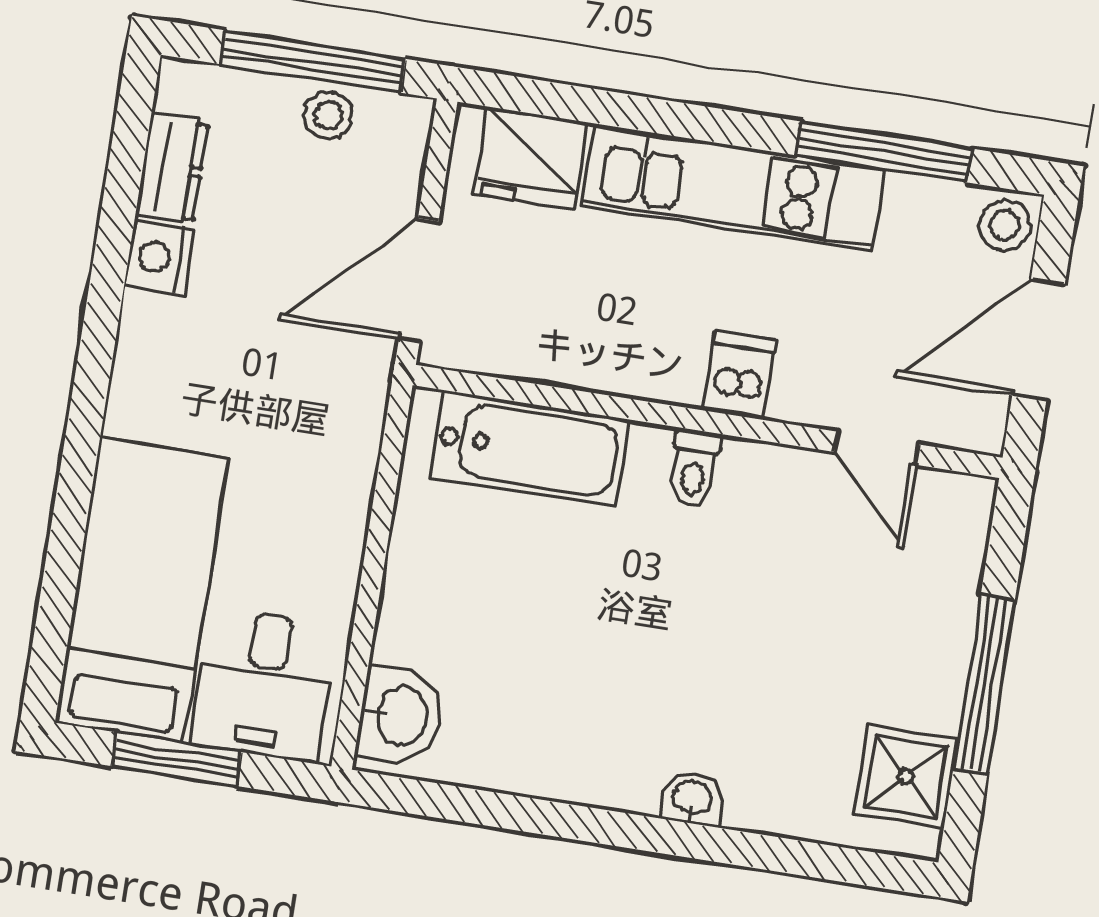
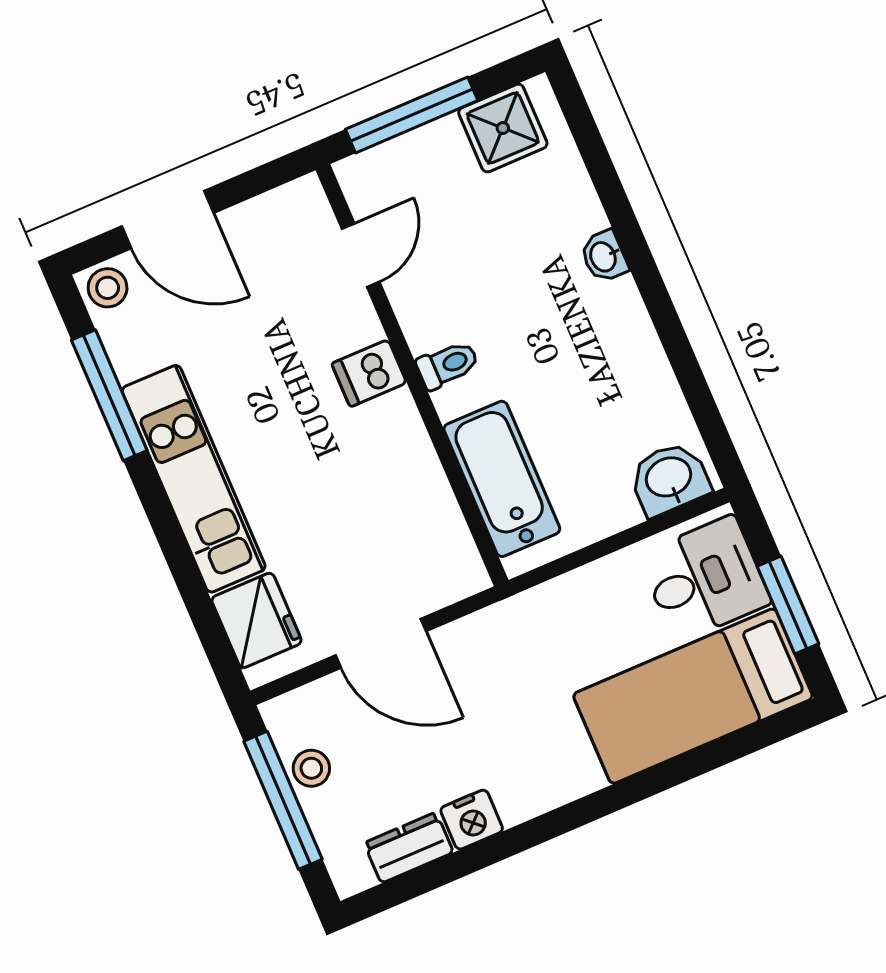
dishwasher: (740, 375) -> (369, 373), moved
wall: (708, 421) -> (412, 375), moved
door: (877, 448) -> (361, 255), moved
bathtub: (529, 449) -> (502, 479), moved
toilet: (694, 468) -> (448, 365), moved

